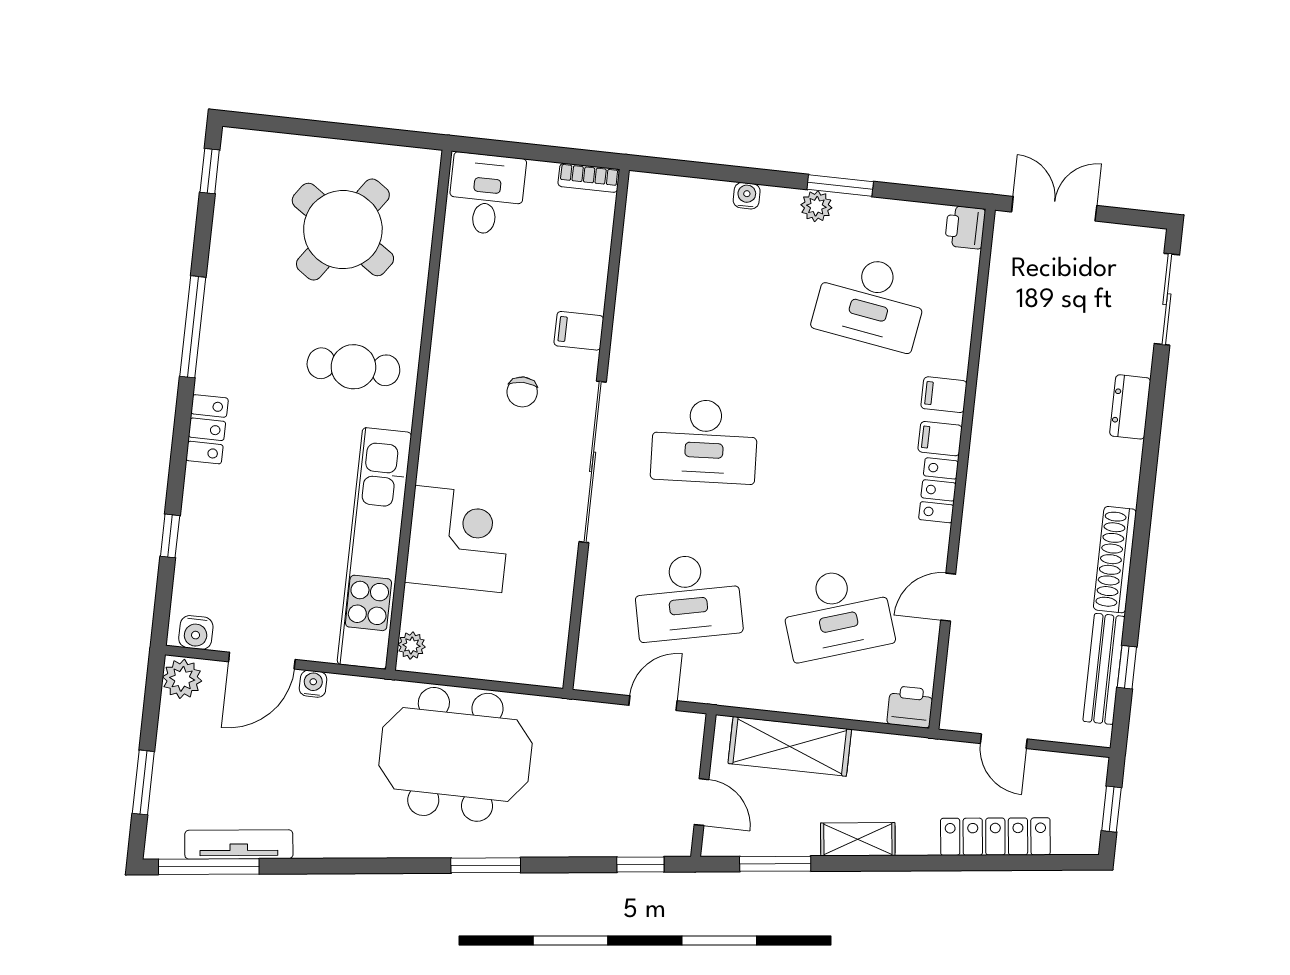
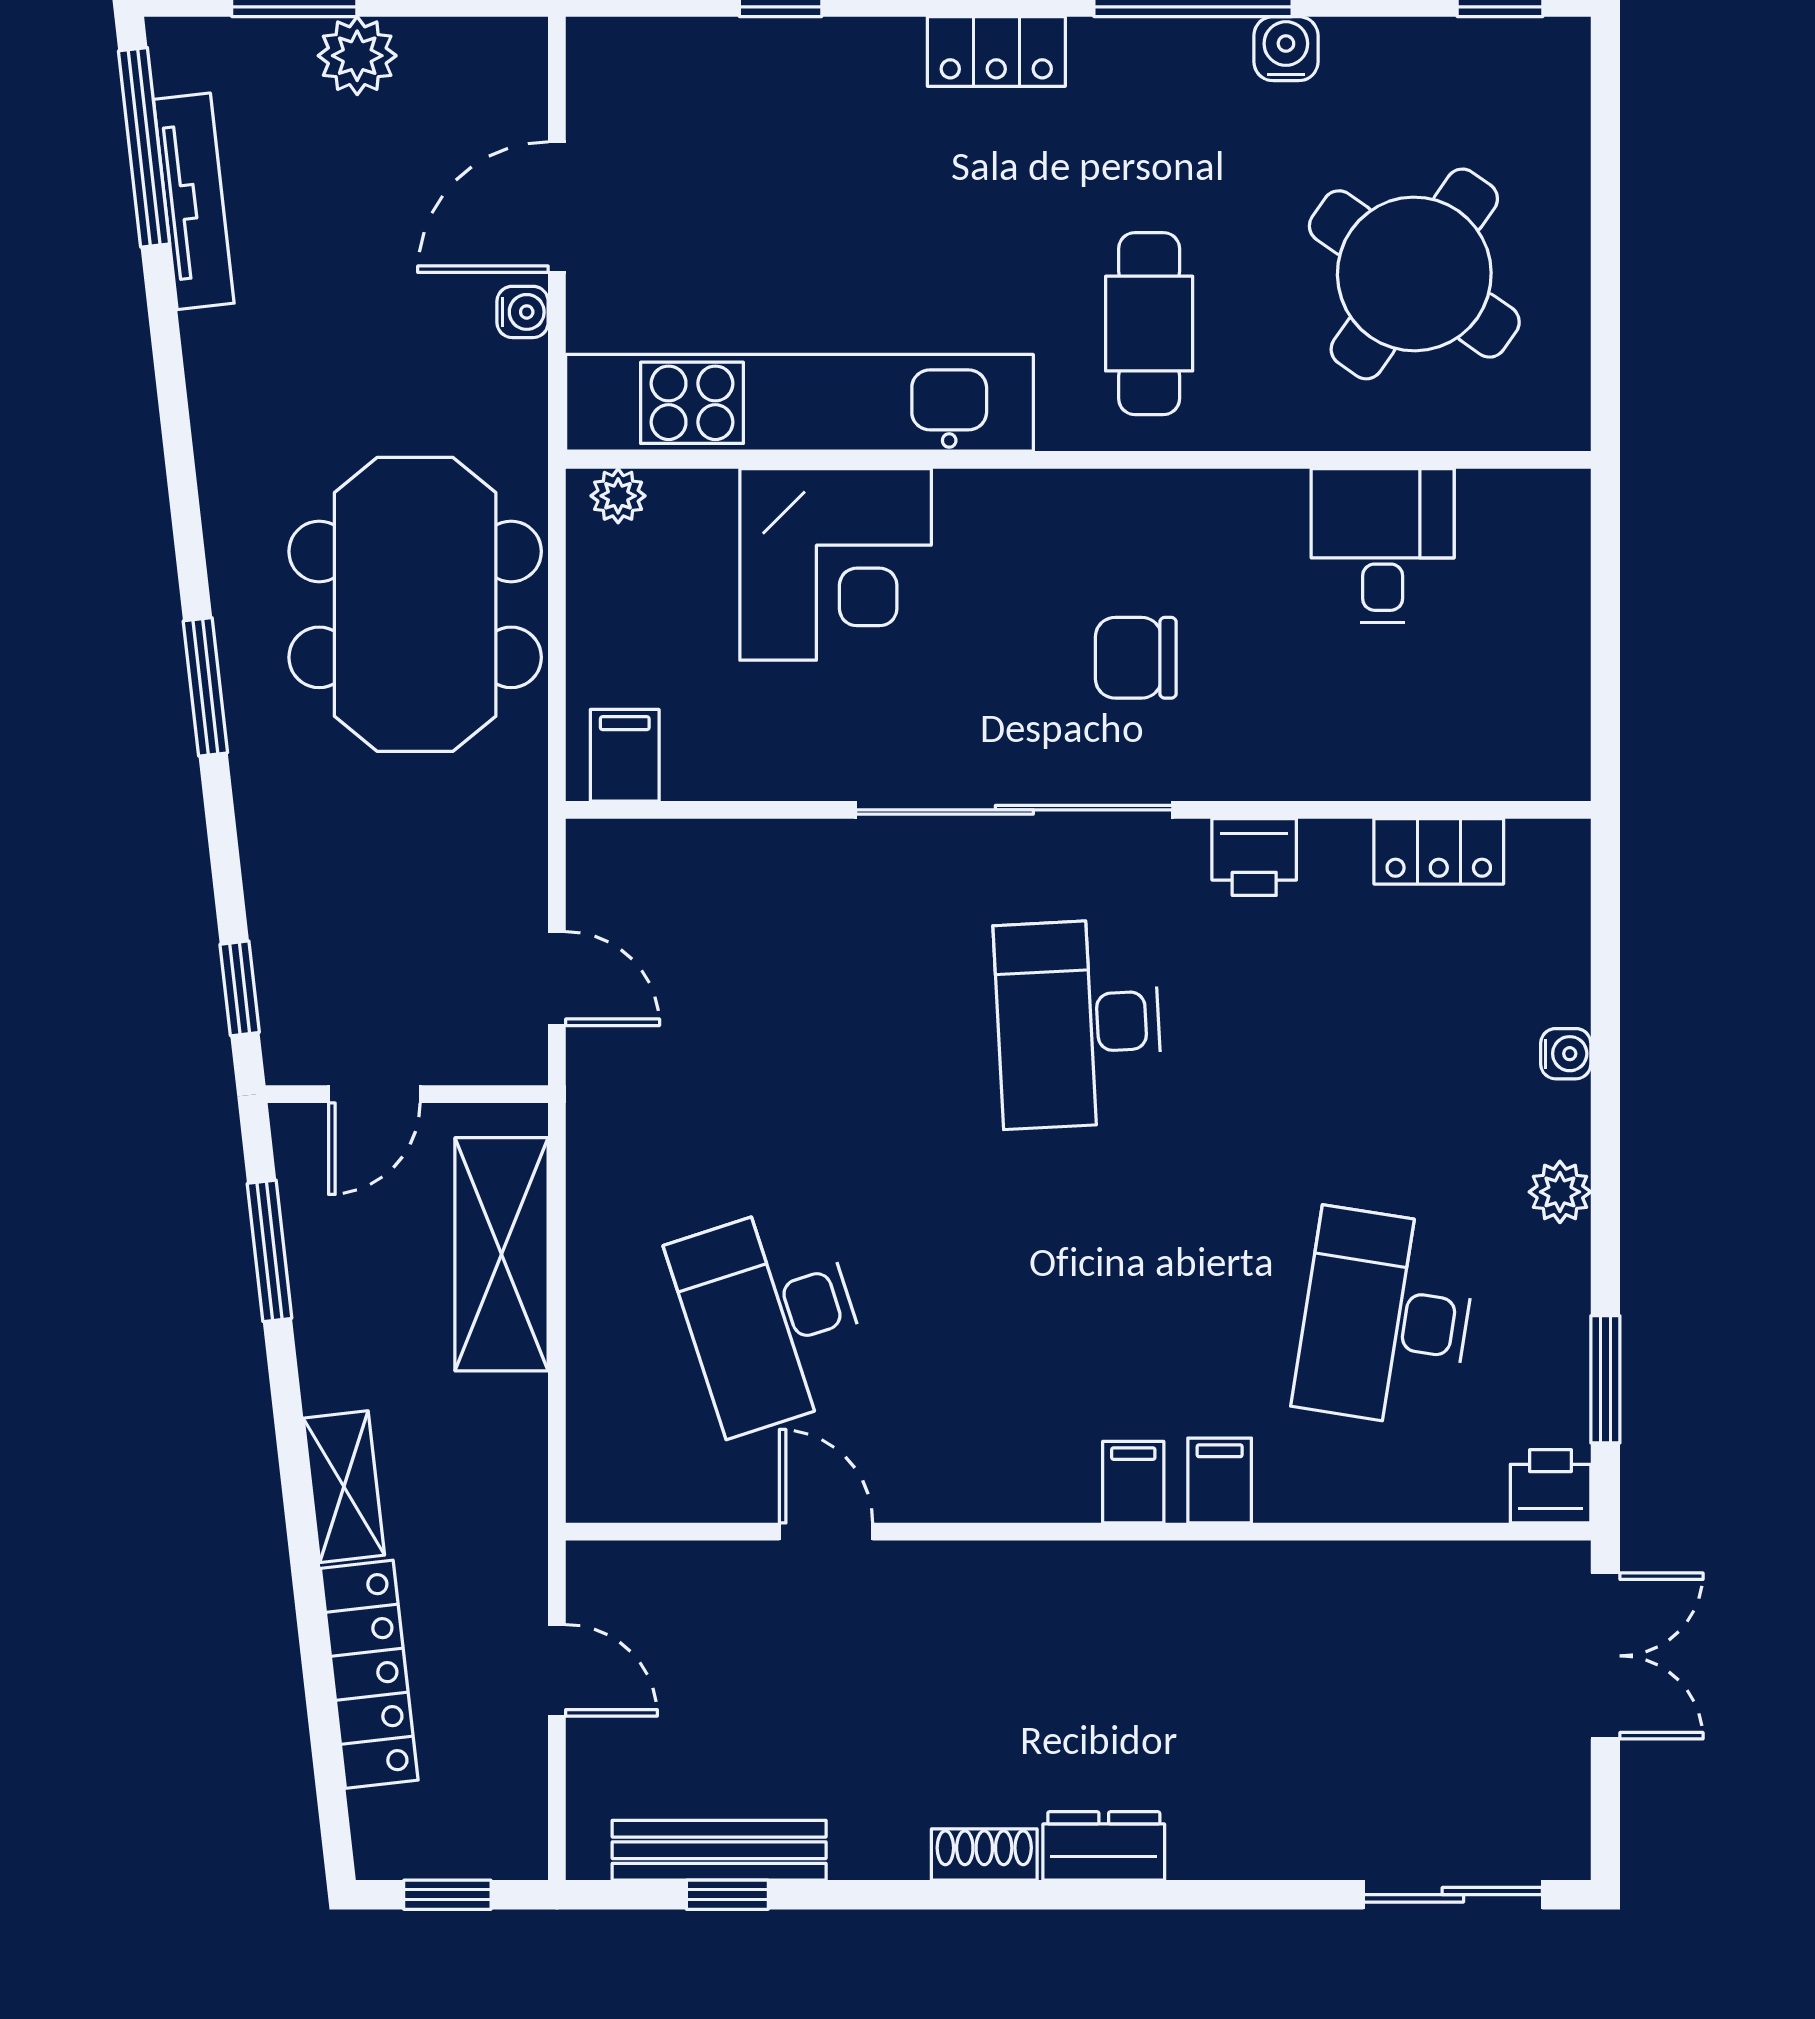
bookcase: (589, 178) -> (1567, 742), removed
window: (840, 186) -> (1605, 1379), moved
desk: (486, 194) -> (1383, 546), moved, turned -90
filing cabinet: (579, 331) -> (625, 755), moved
chair: (522, 392) -> (1136, 658), width x1.37, depth x1.37
dresser: (1130, 407) -> (1104, 1846), moved
locker: (939, 490) -> (1439, 851), moved, turned 180
shoe rack: (1115, 560) -> (984, 1854), width x0.51, depth x0.81
desk: (688, 597) -> (771, 1024), removed
water cooler: (196, 632) -> (1286, 49), moved, turned 90
door: (262, 661) -> (557, 207), hinge flipped
plant: (182, 679) -> (357, 56), moved
printer: (910, 707) -> (1254, 857), moved, turned 90
door: (1004, 741) -> (557, 1670), swing flipped
shelving: (858, 839) -> (344, 1487), moved

